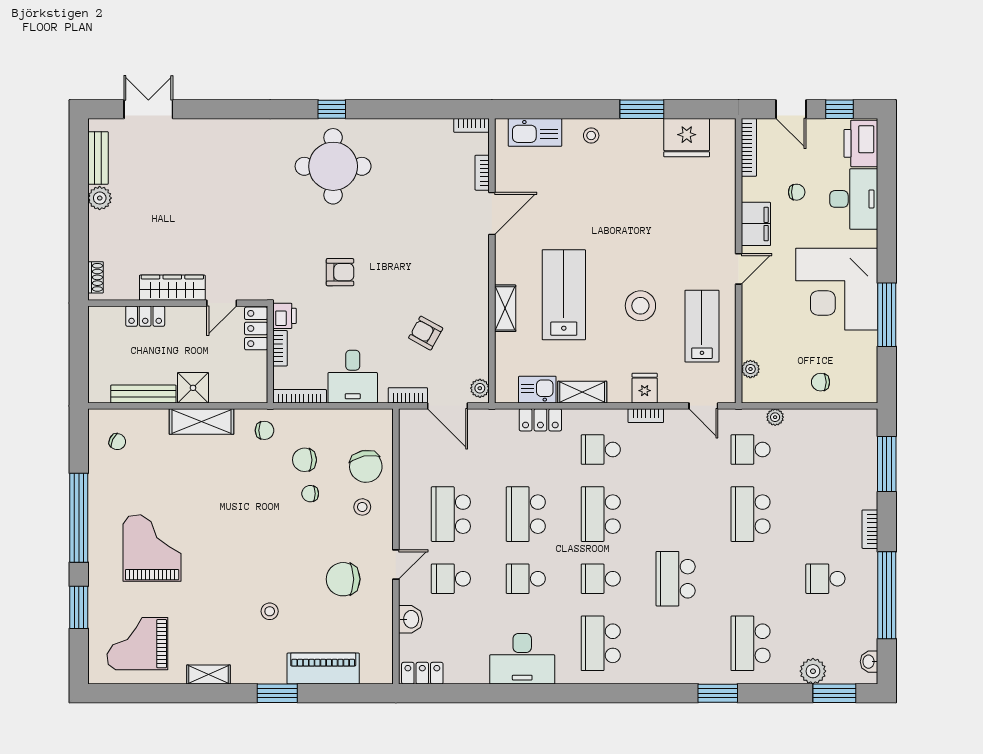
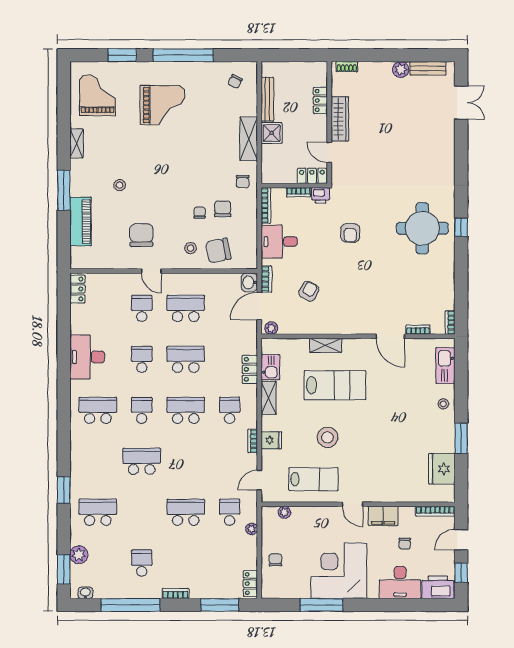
locker: (855, 419) -> (250, 584), added
washbasin: (410, 619) -> (249, 282), moved, turned 90
window: (277, 693) -> (64, 190), width x1.44

